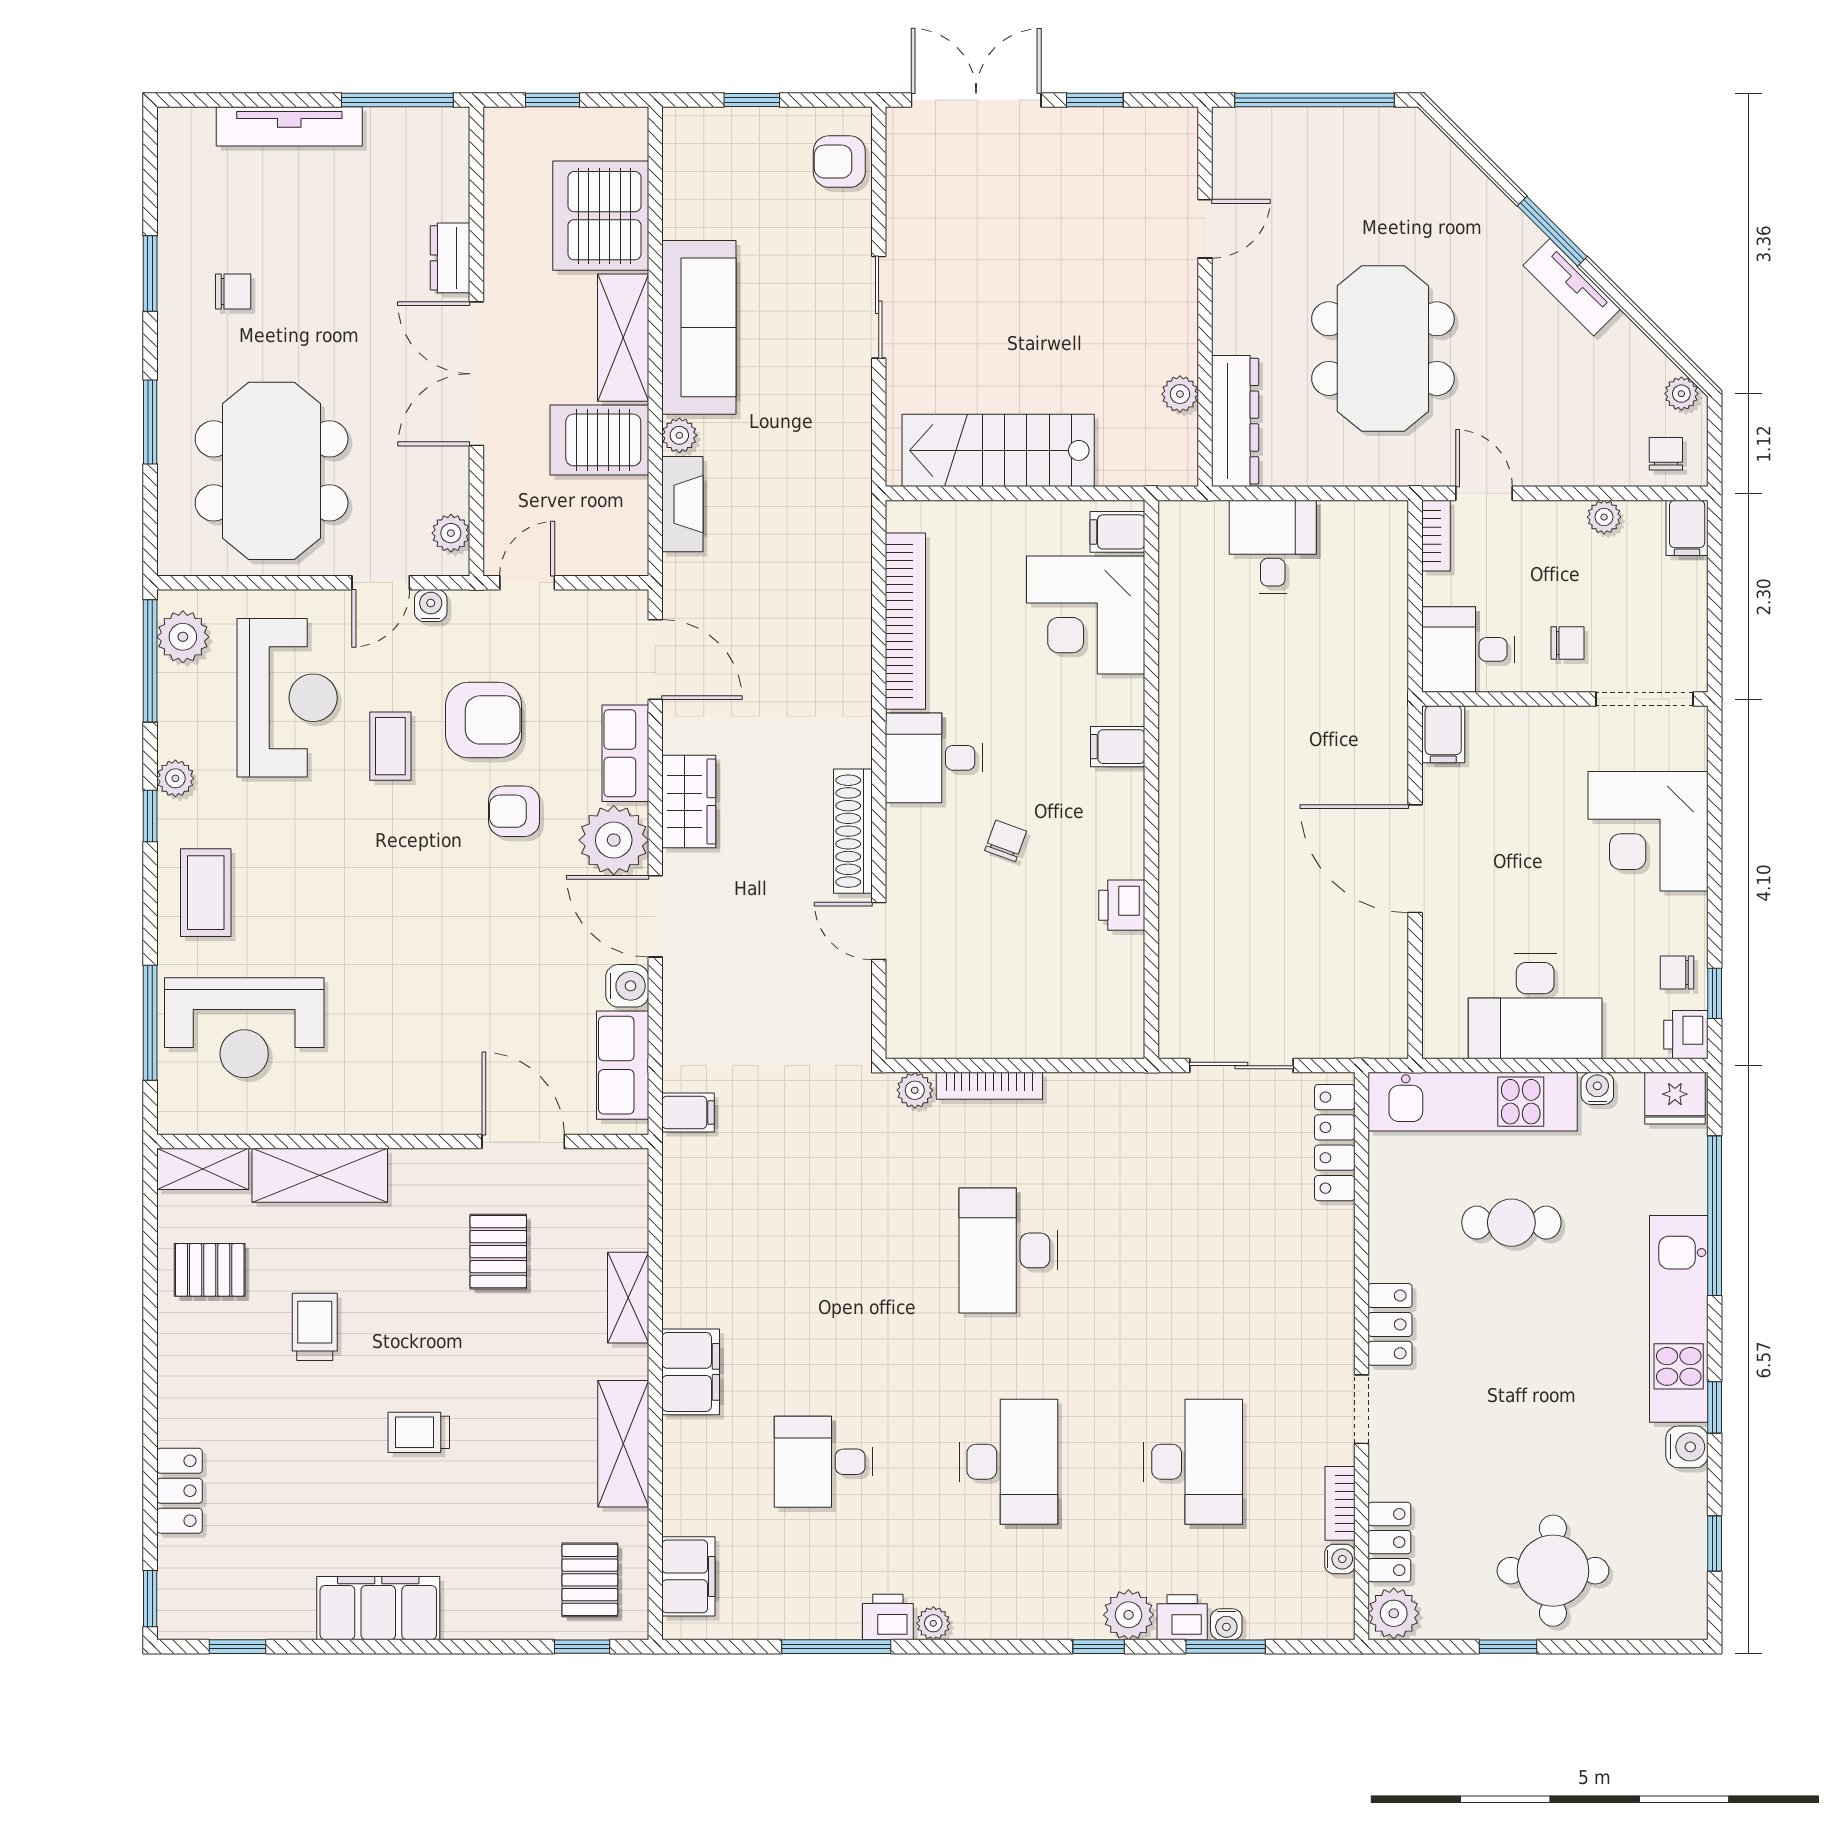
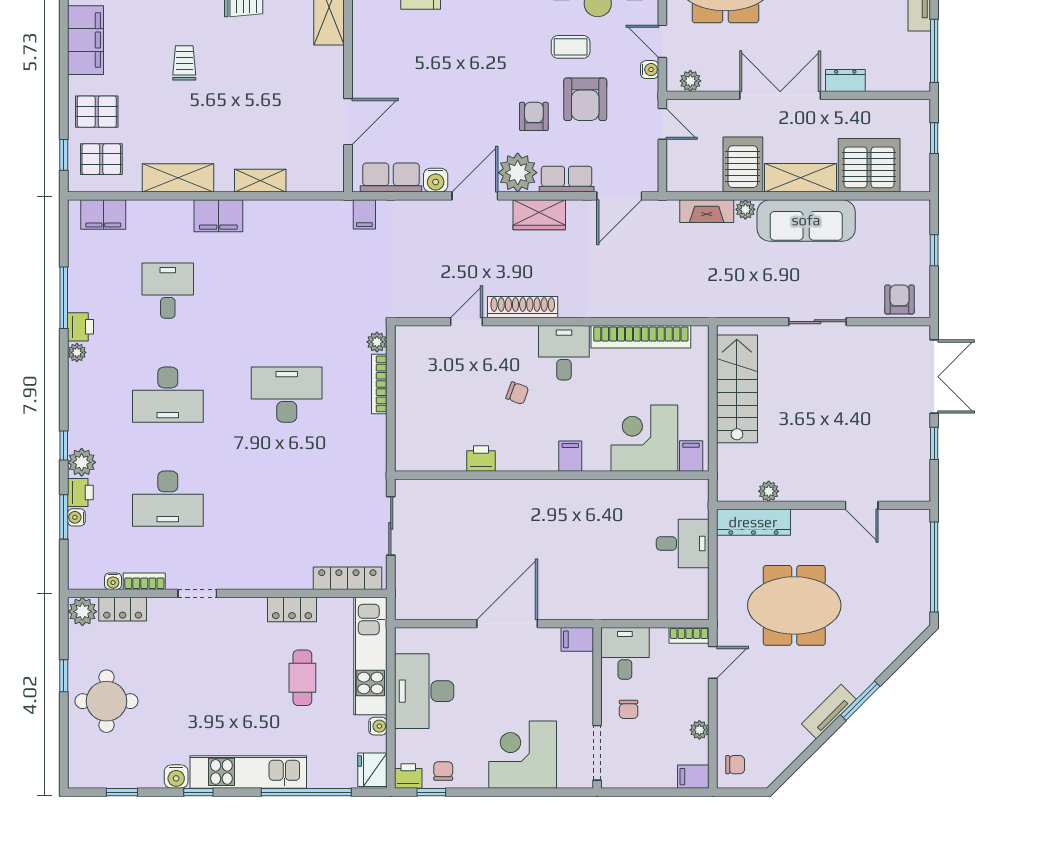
plant: (1681, 394) -> (769, 773), removed
pallet: (498, 1252) -> (97, 112), moved
locker: (1390, 1324) -> (292, 609), moved

